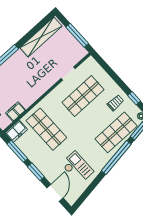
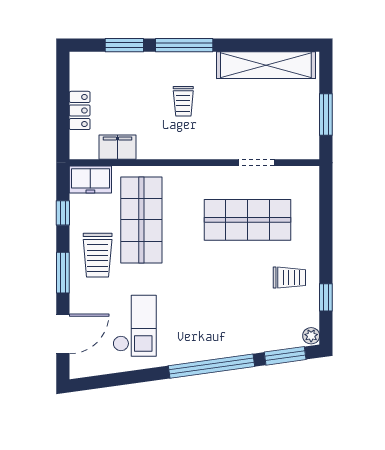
window: (77, 35) -> (326, 114), width x0.69
trolley: (24, 75) -> (183, 101), added
shop shelf: (116, 132) -> (248, 326), removed
window: (17, 151) -> (63, 213), width x0.46
trolley: (42, 155) -> (98, 255), added

